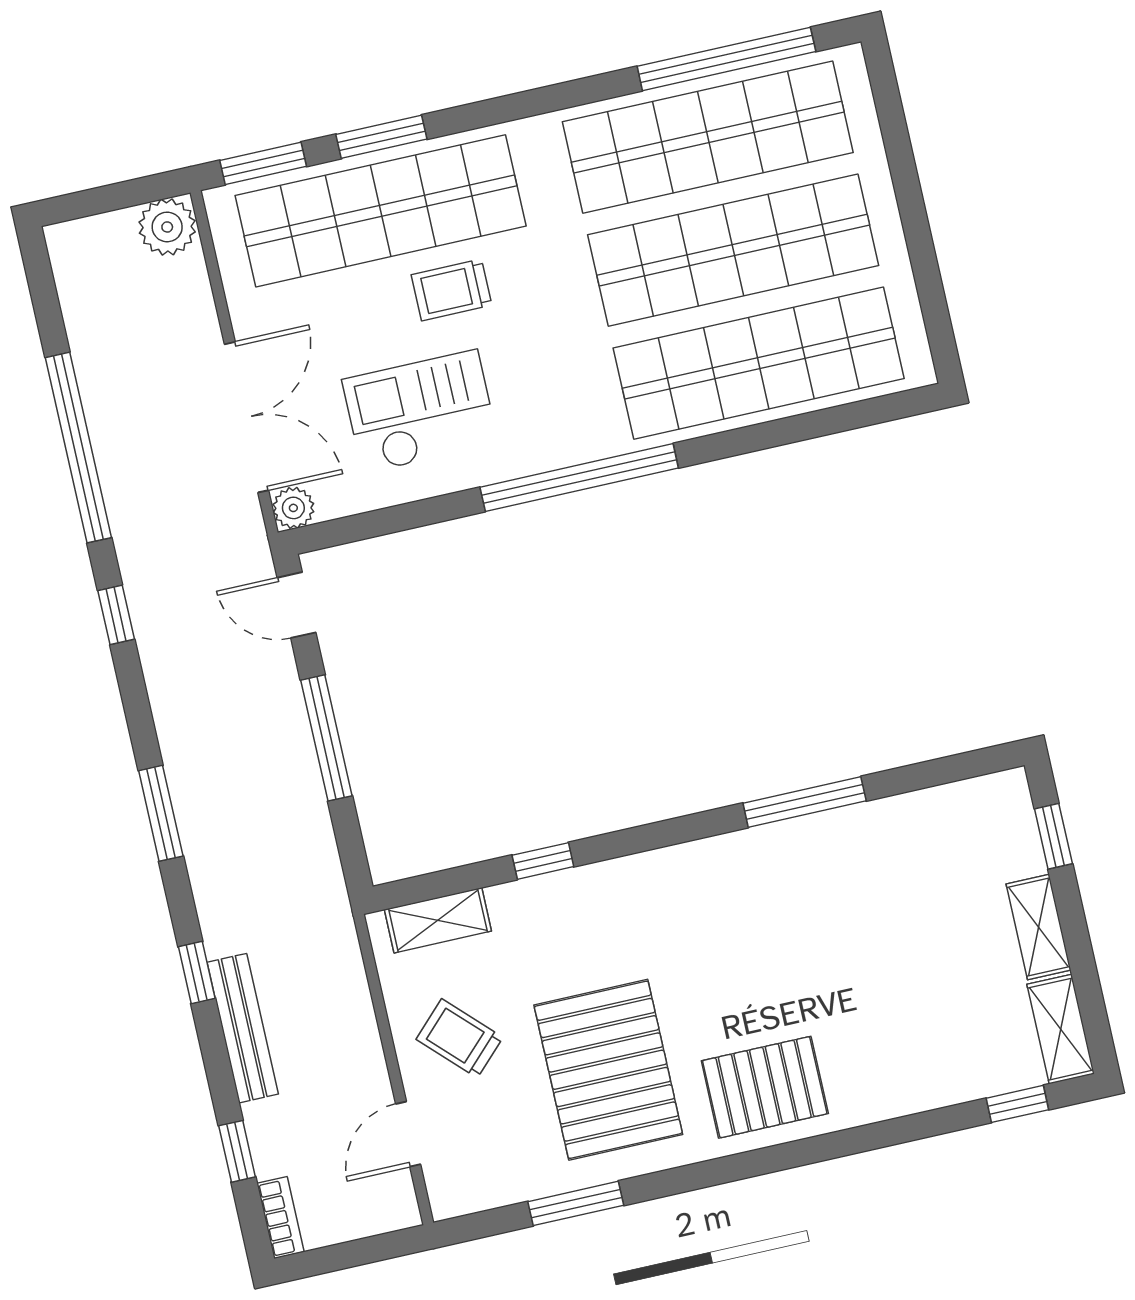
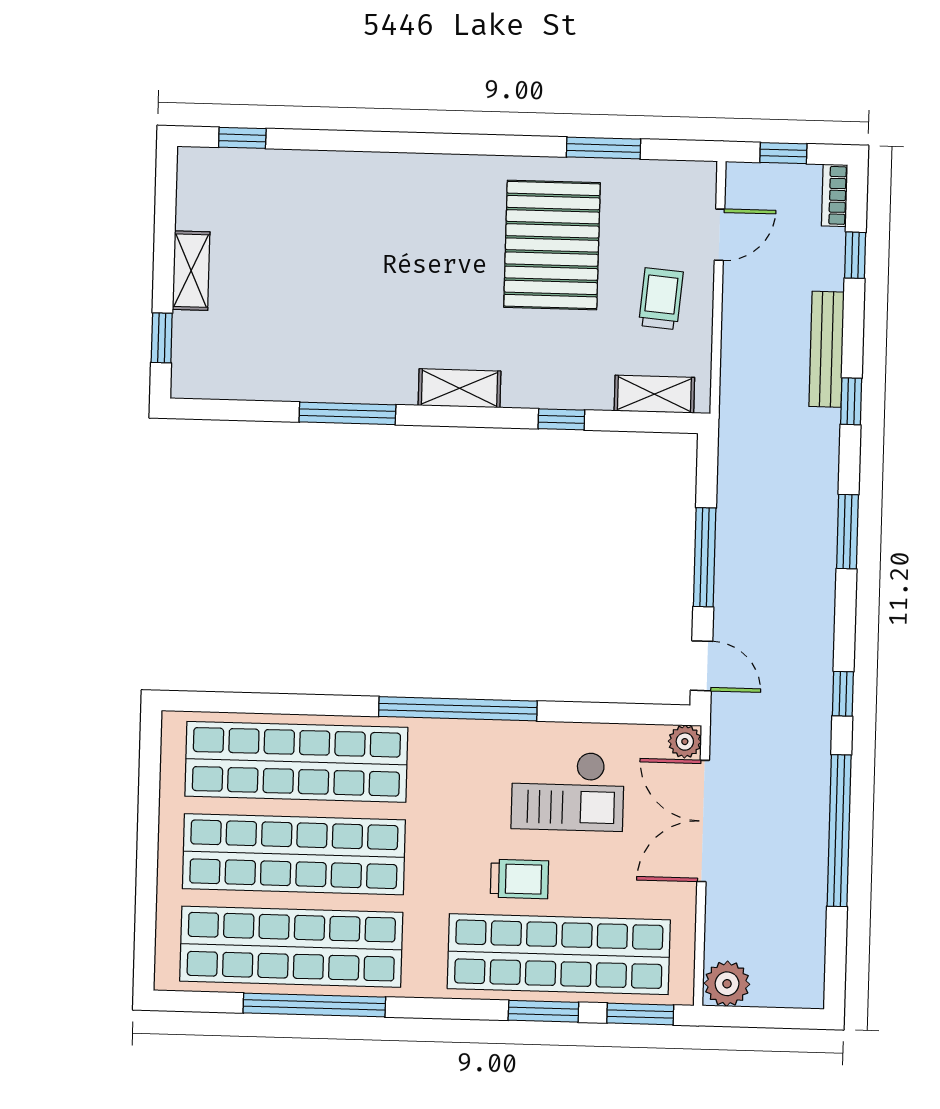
window: (726, 59) -> (314, 1005), moved
shelving: (1061, 1029) -> (459, 388), moved, turned 90
trolley: (459, 1038) -> (661, 299), turned -130
pallet: (765, 1087) -> (434, 201), removed
window: (356, 1253) -> (783, 153), added

